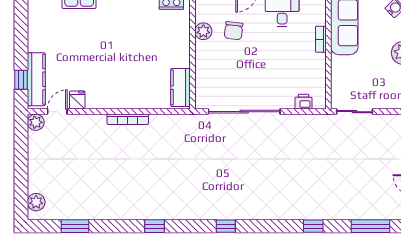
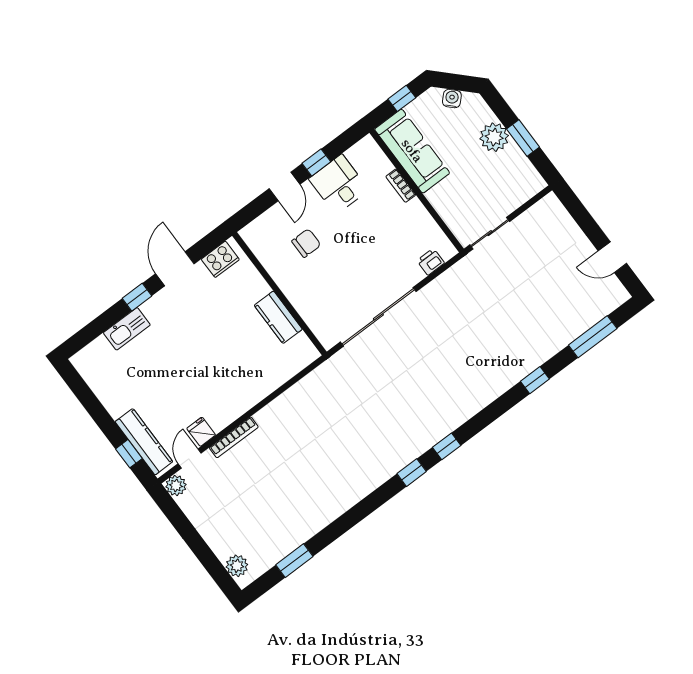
plant: (203, 31) -> (276, 267), removed
chair: (234, 31) -> (306, 243), turned -97
kitchen counter: (181, 88) -> (278, 317), moved
bookcase: (128, 119) -> (234, 437), moved
window: (155, 226) -> (412, 473), moved

